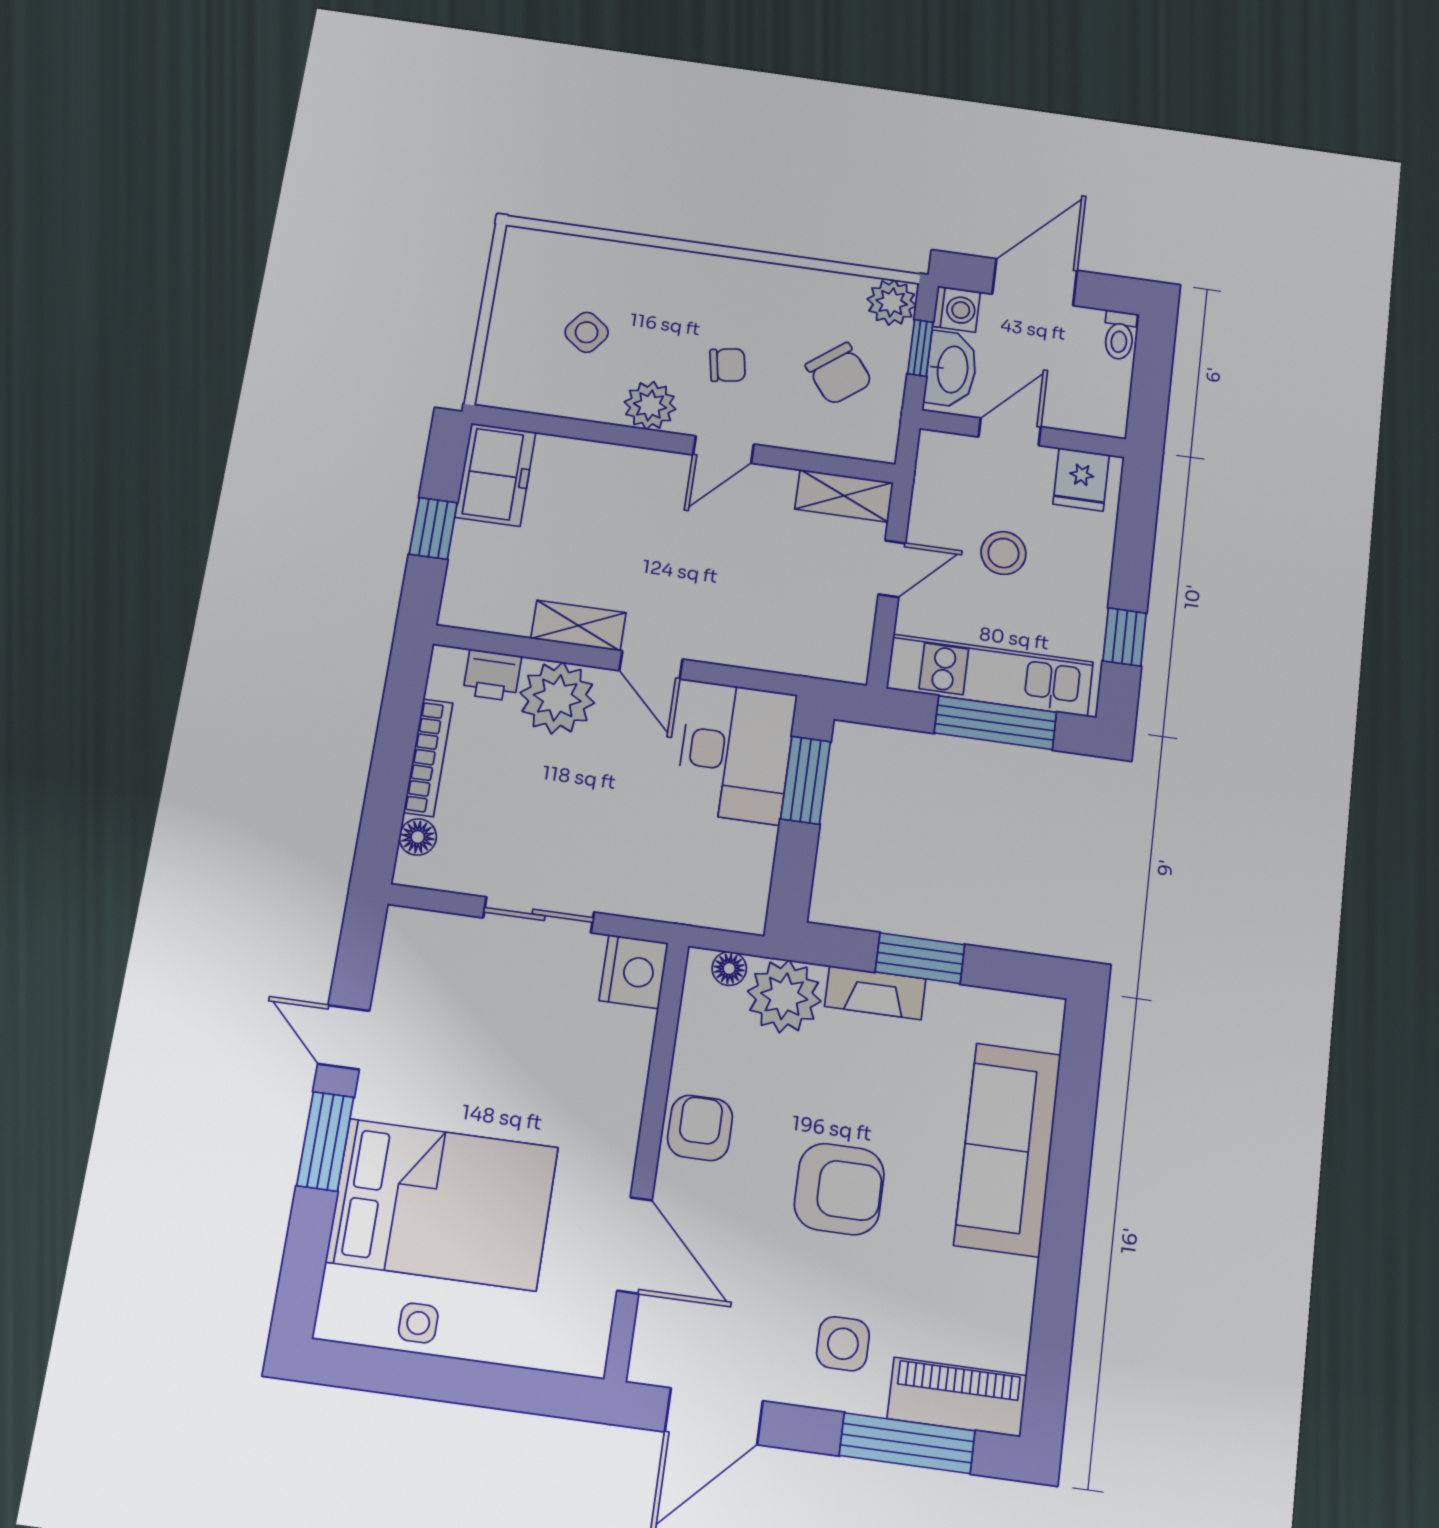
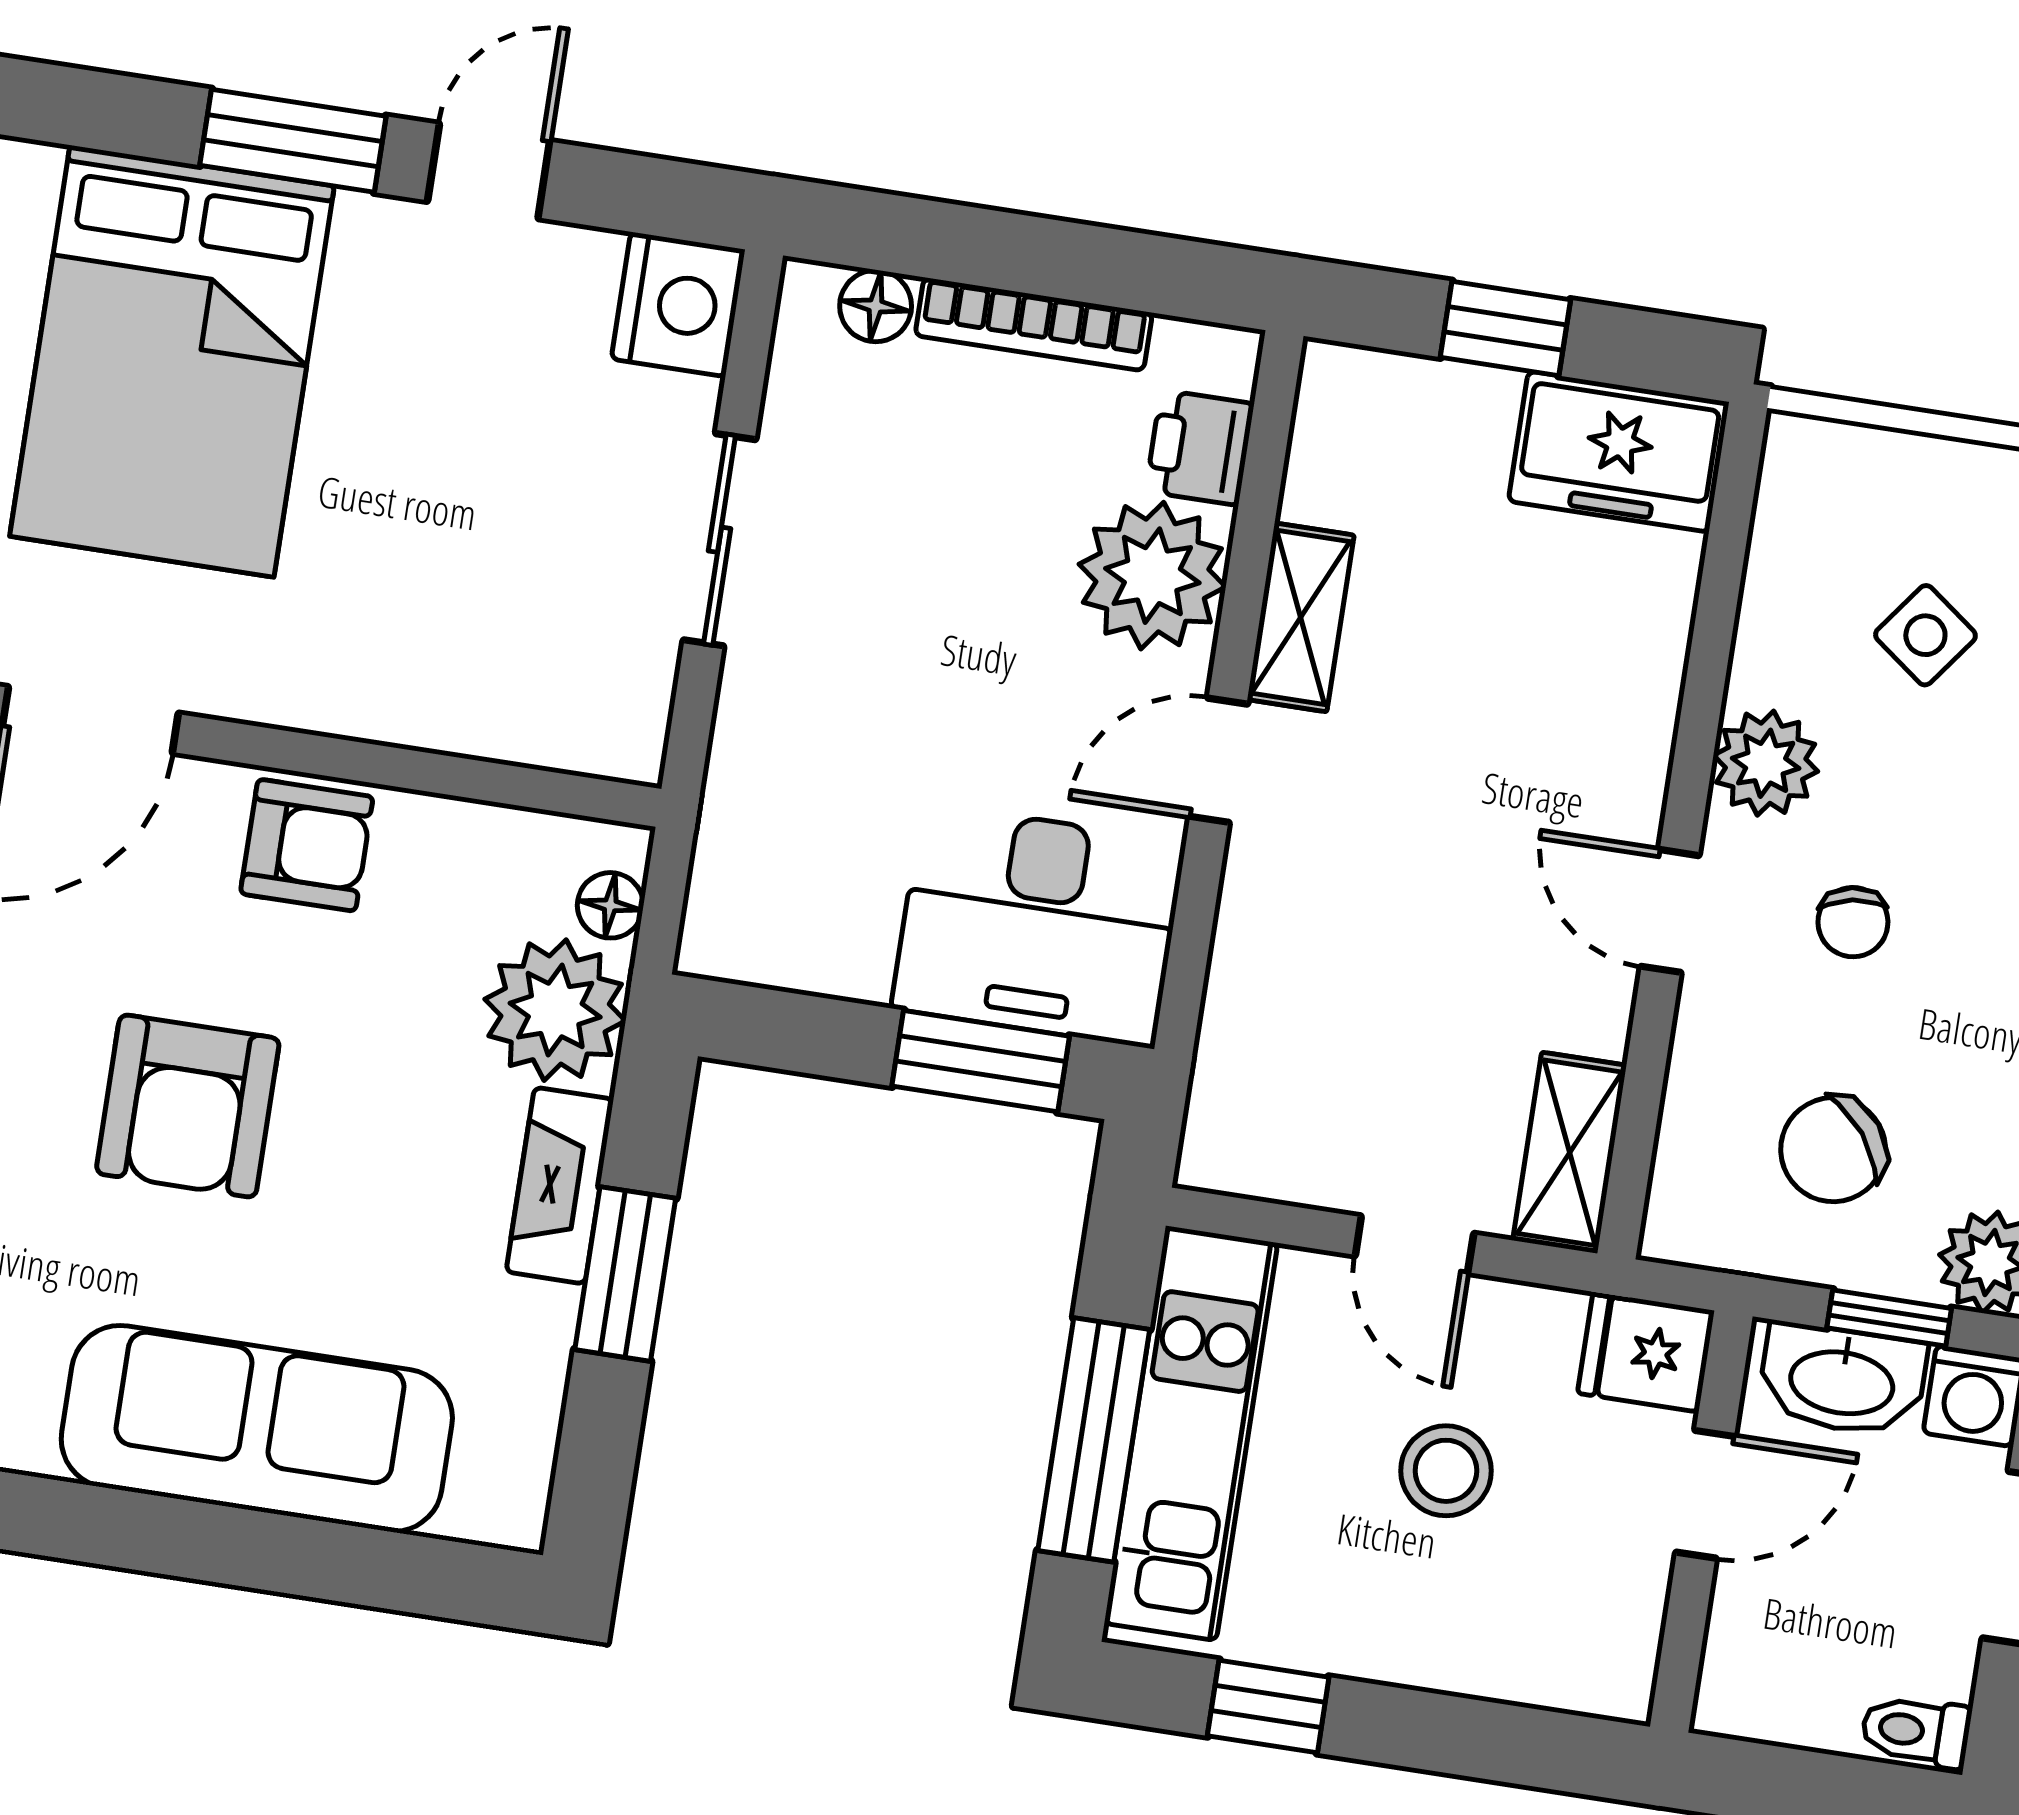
door: (1010, 432) -> (1706, 1494), hinge flipped
fridge: (1081, 479) -> (1646, 1352), moved
nightstand: (634, 972) -> (678, 304), moved, turned -90

